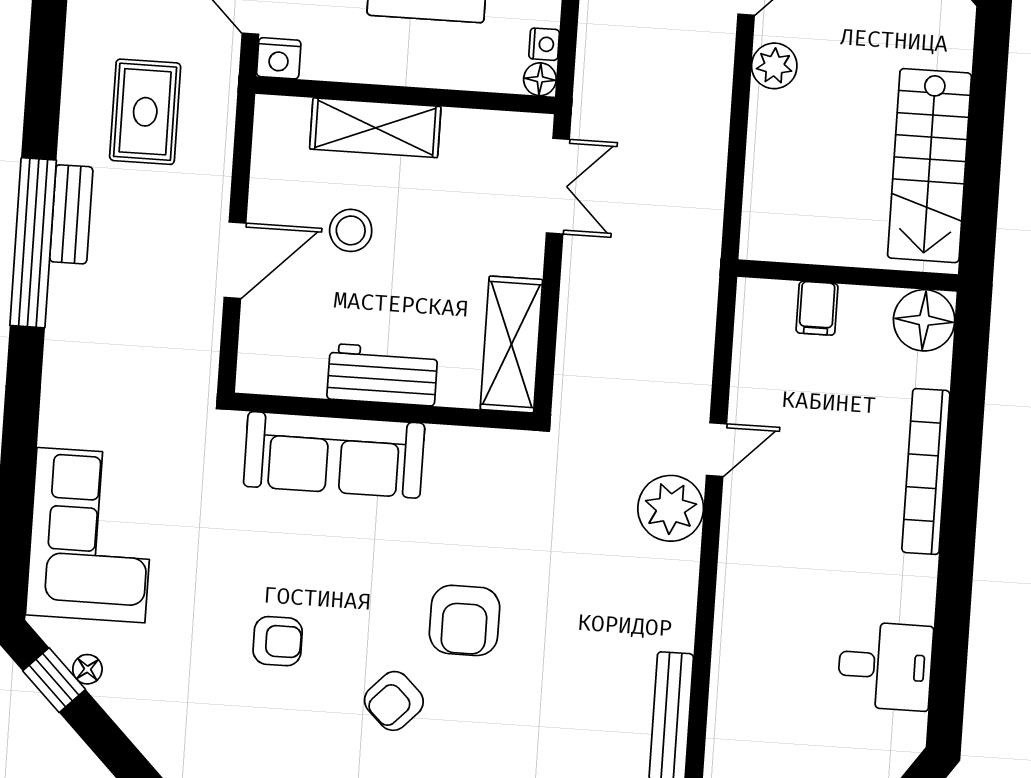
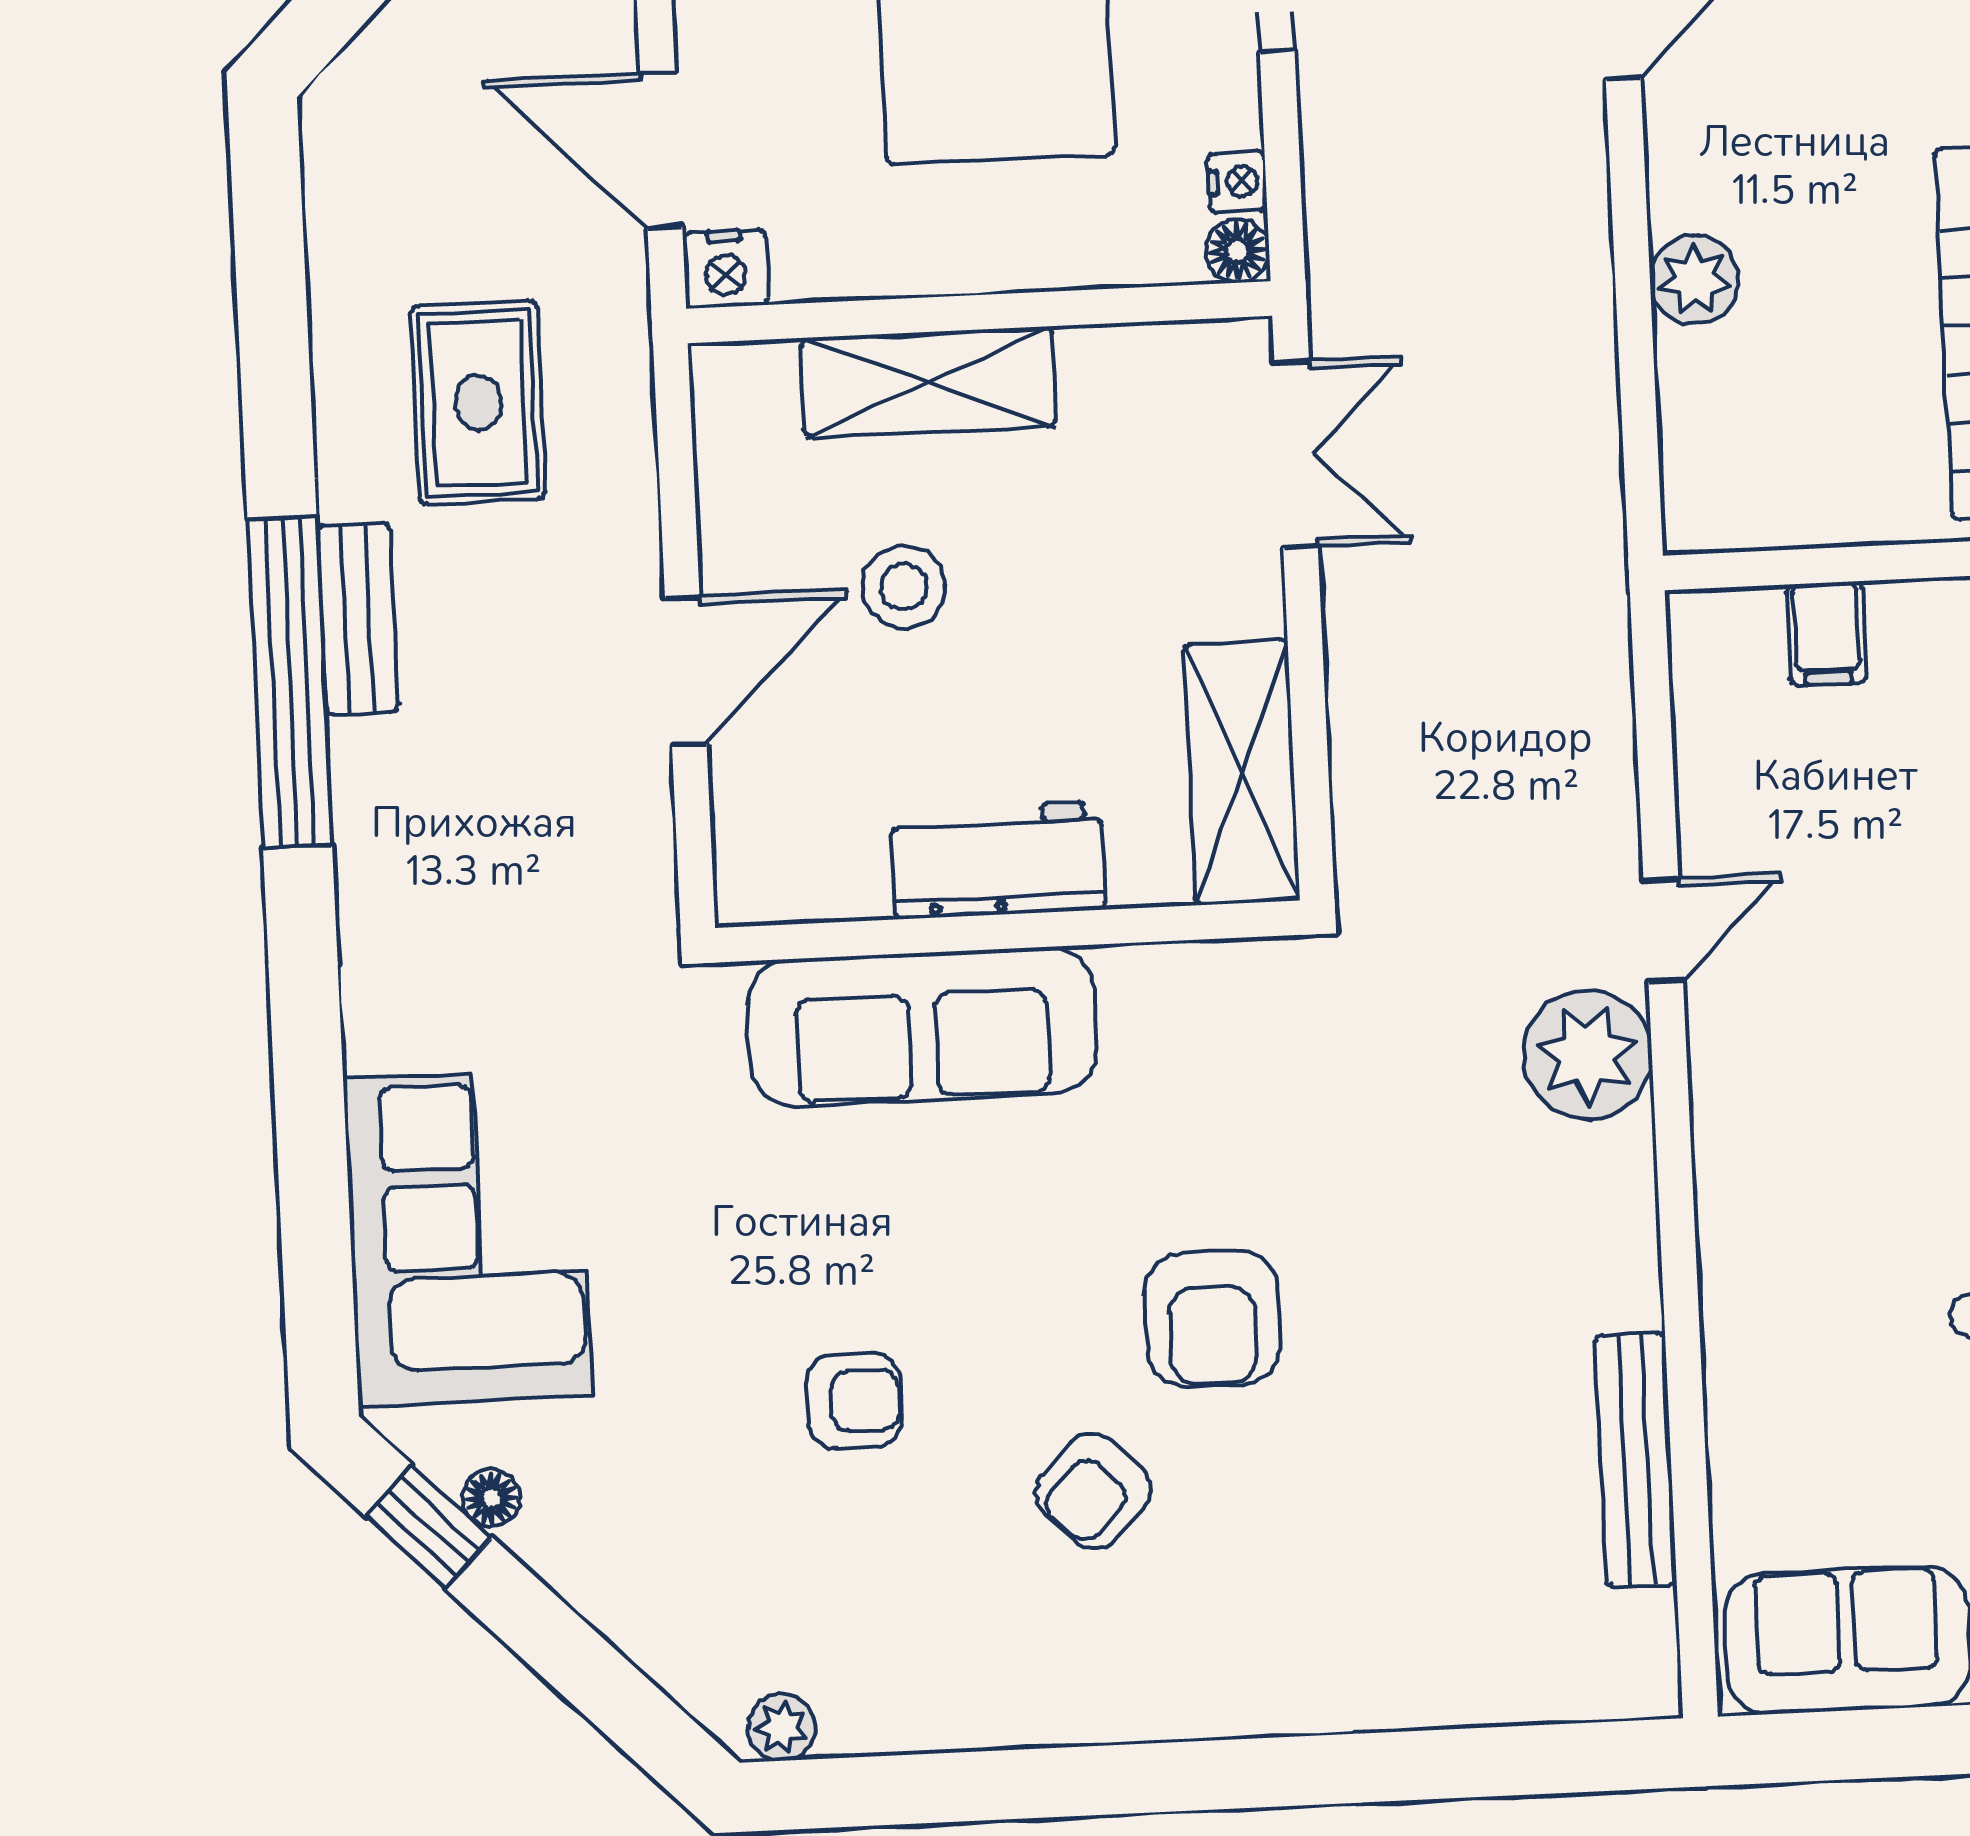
plant: (774, 66) -> (1694, 280), moved

